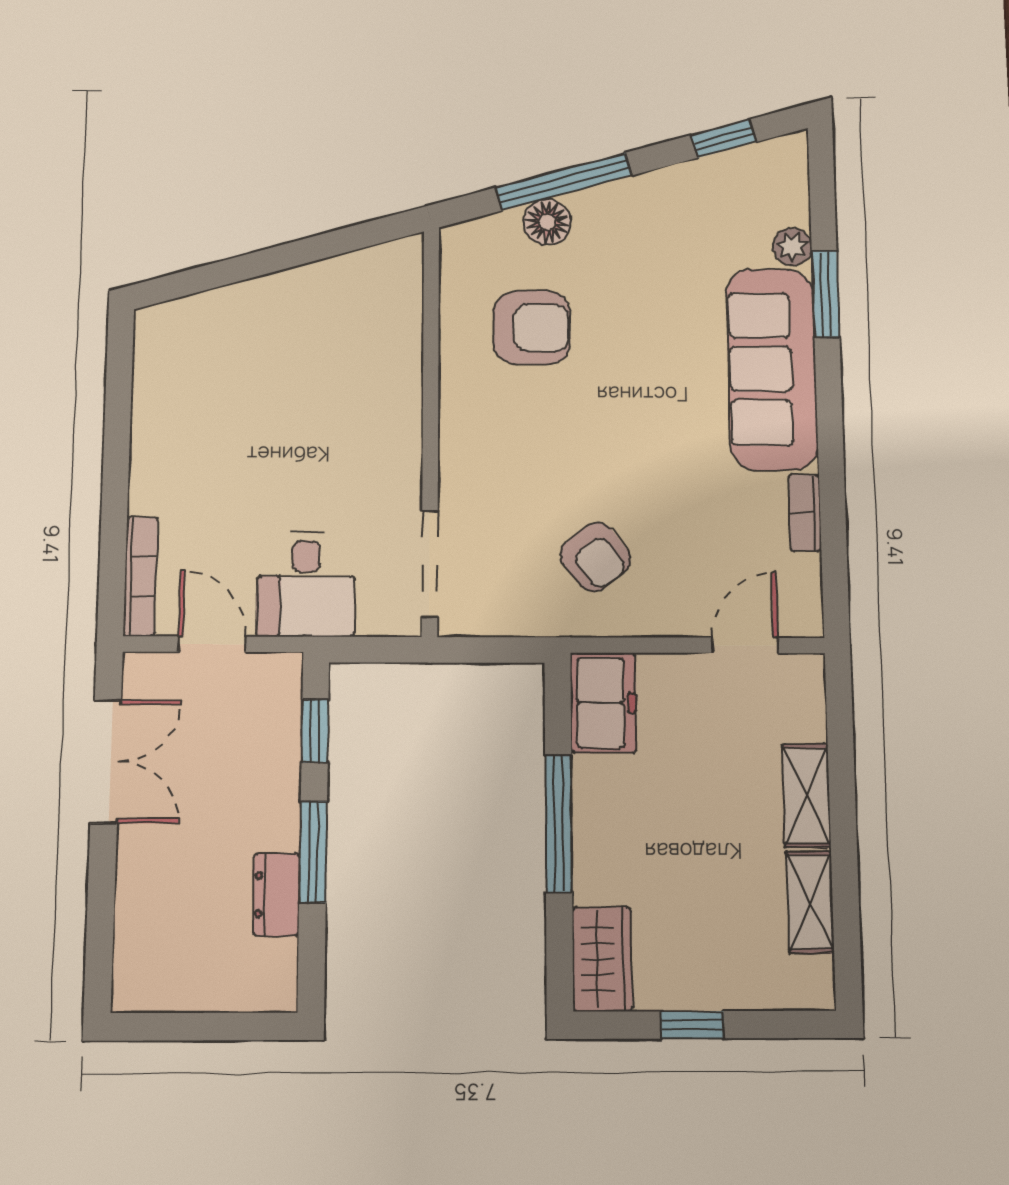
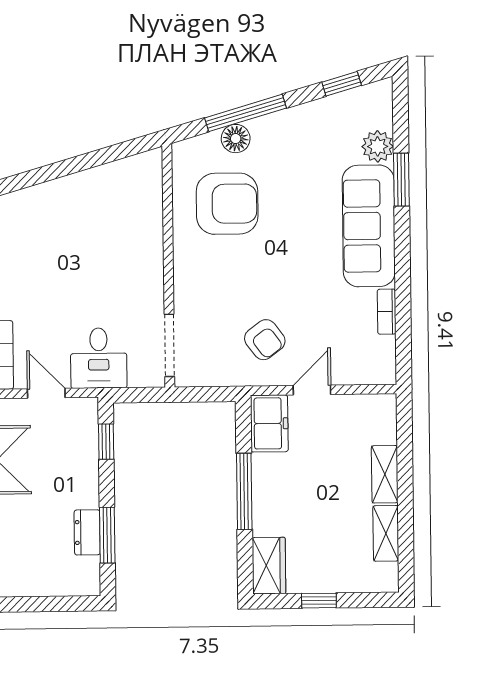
plant: (792, 247) -> (378, 146), width x1.38, depth x1.38
armchair: (532, 328) -> (227, 204), width x1.36, depth x1.36
door: (745, 645) -> (312, 390), moved
window: (313, 852) -> (107, 535), moved

